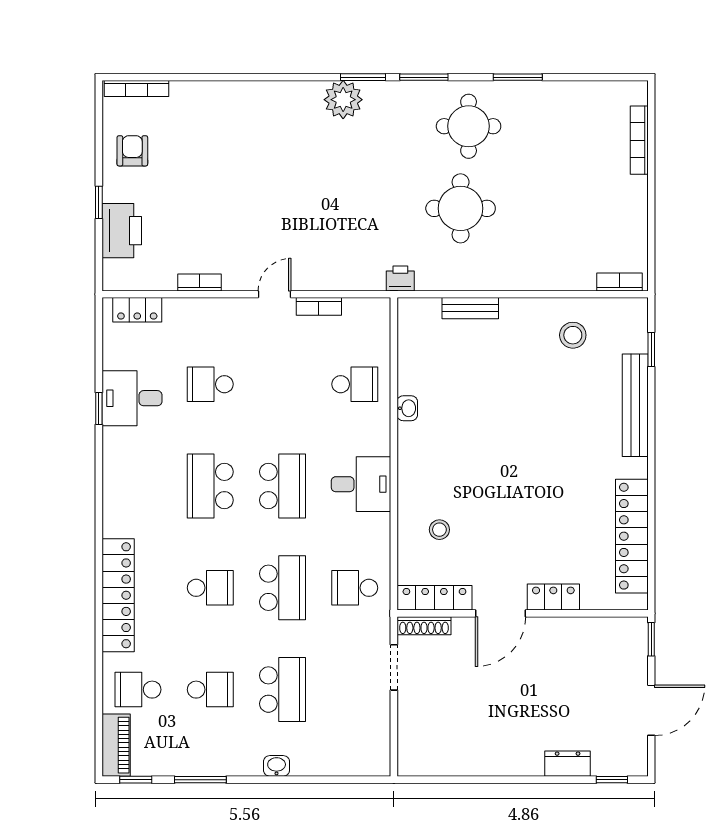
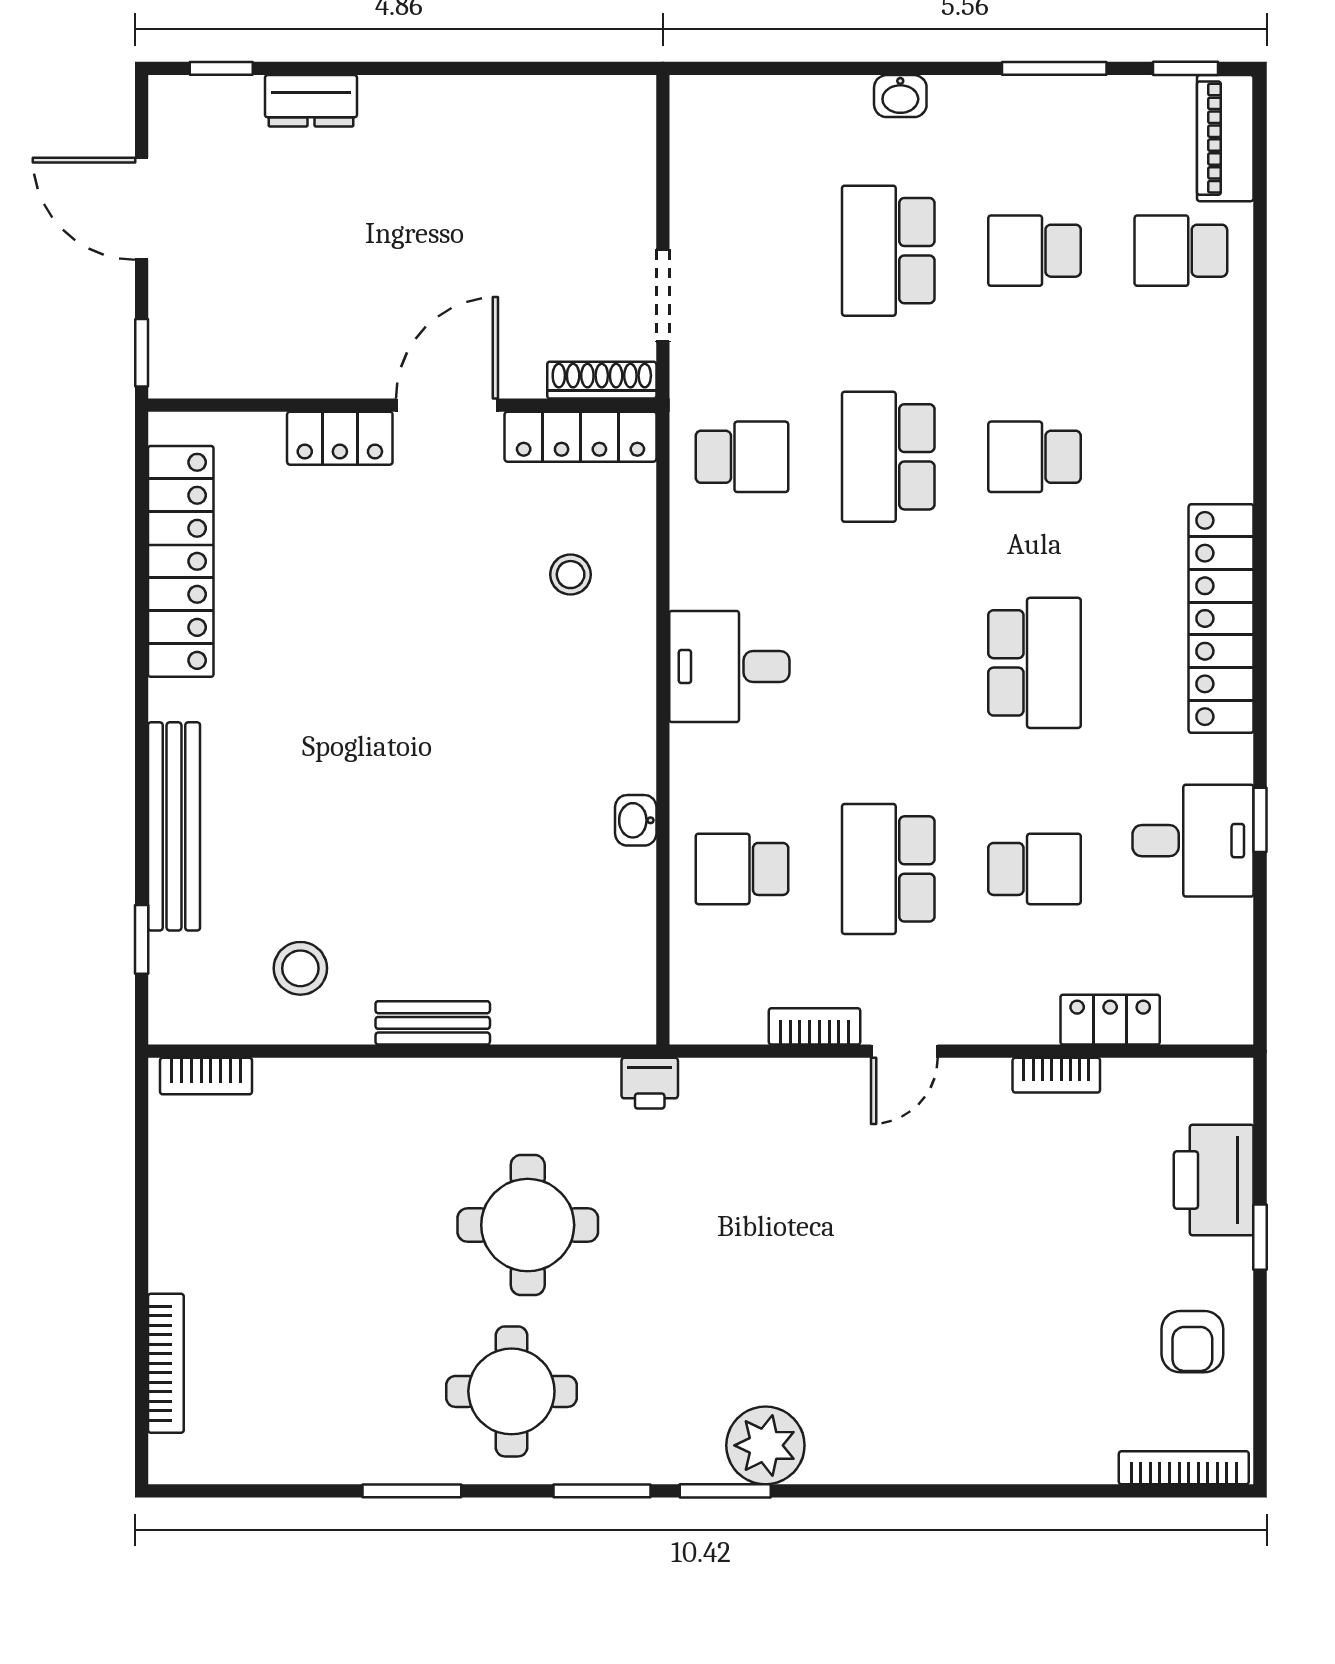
bench: (470, 308) -> (433, 1023), moved
locker: (137, 310) -> (1110, 1020), moved
school desk: (283, 486) -> (888, 869), moved
locker: (118, 595) -> (1221, 618), moved
school desk: (138, 690) -> (1181, 251), turned 180
door: (651, 710) -> (142, 209), hinge flipped

